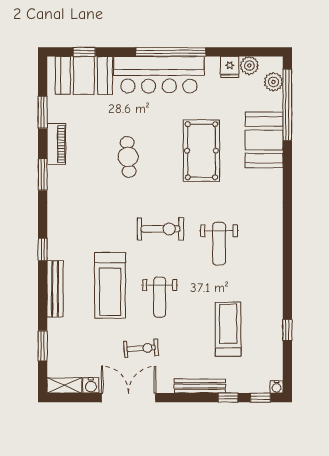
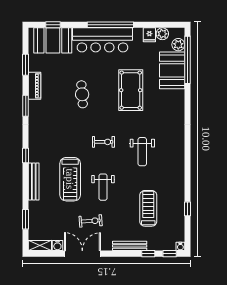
booth: (264, 140) -> (172, 70), moved
exercise bike: (160, 229) -> (104, 142), width x0.73, depth x0.72

